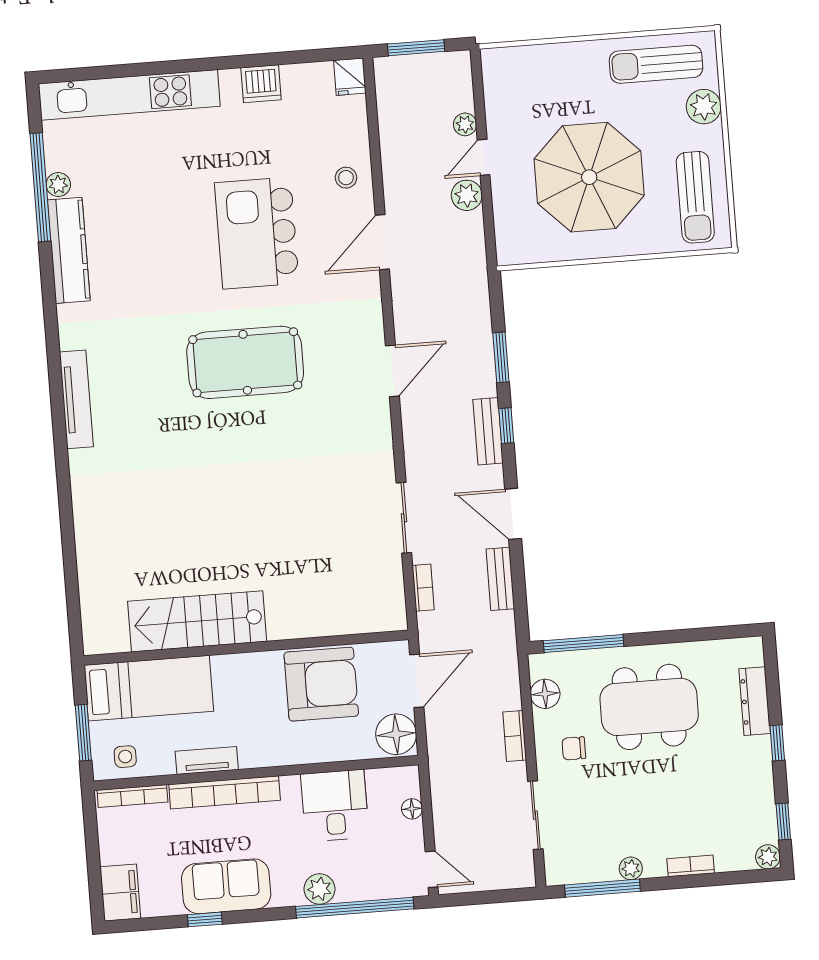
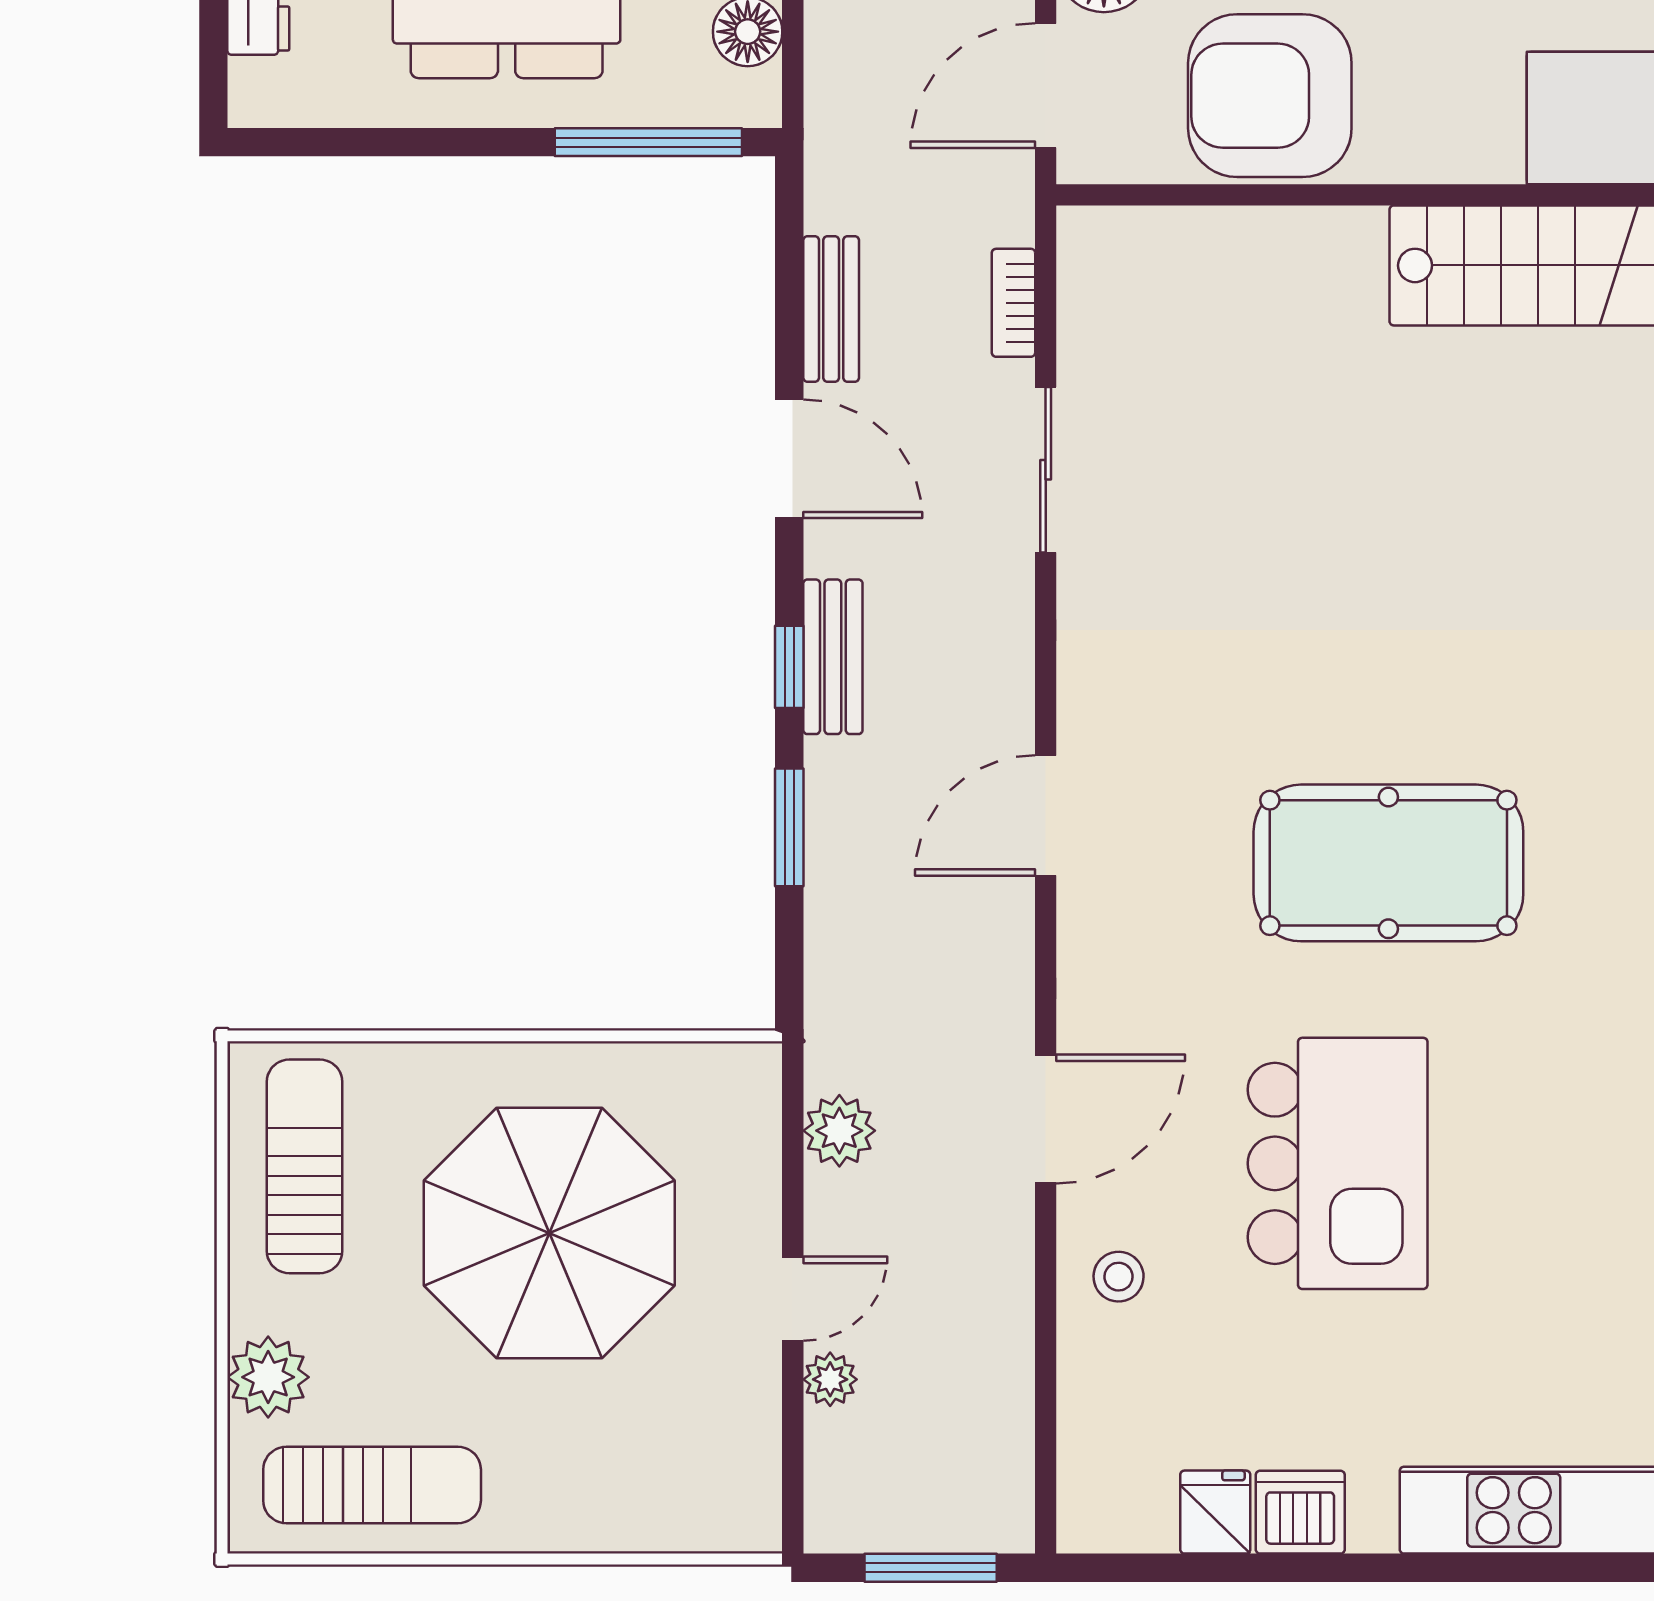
fridge: (350, 77) -> (1215, 1512), moved
plant: (467, 195) -> (839, 1131), moved

